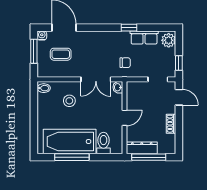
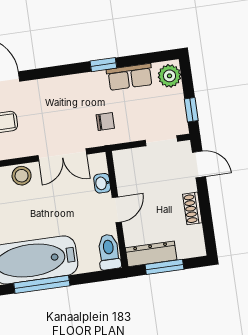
washbasin: (118, 87) -> (102, 183), moved
stool: (69, 101) -> (22, 176), moved
toilet: (103, 143) -> (109, 252), moved
window: (149, 157) -> (164, 267), width x0.69

